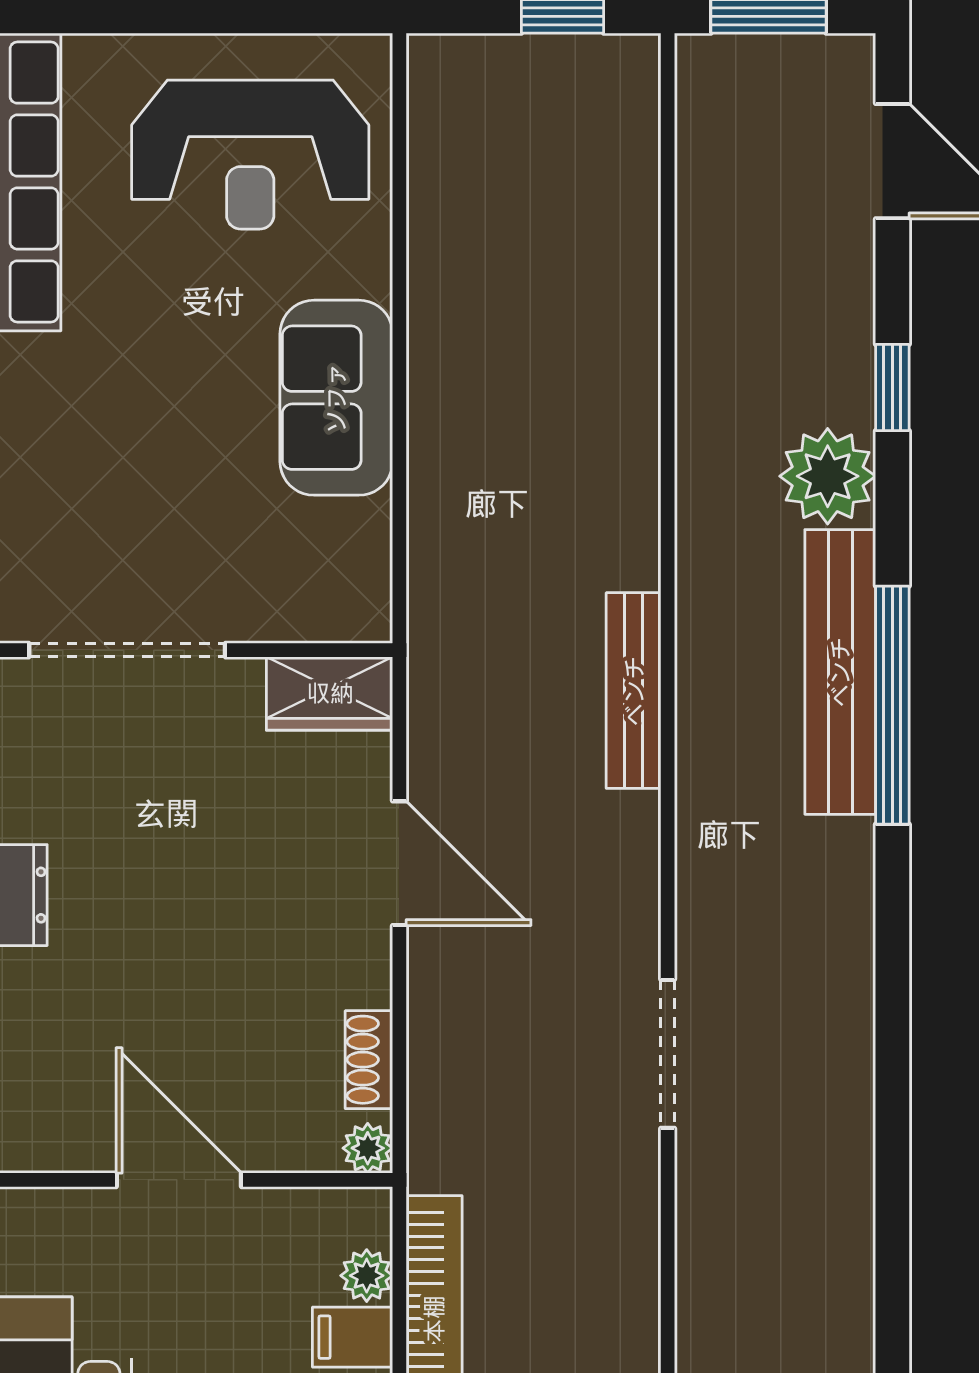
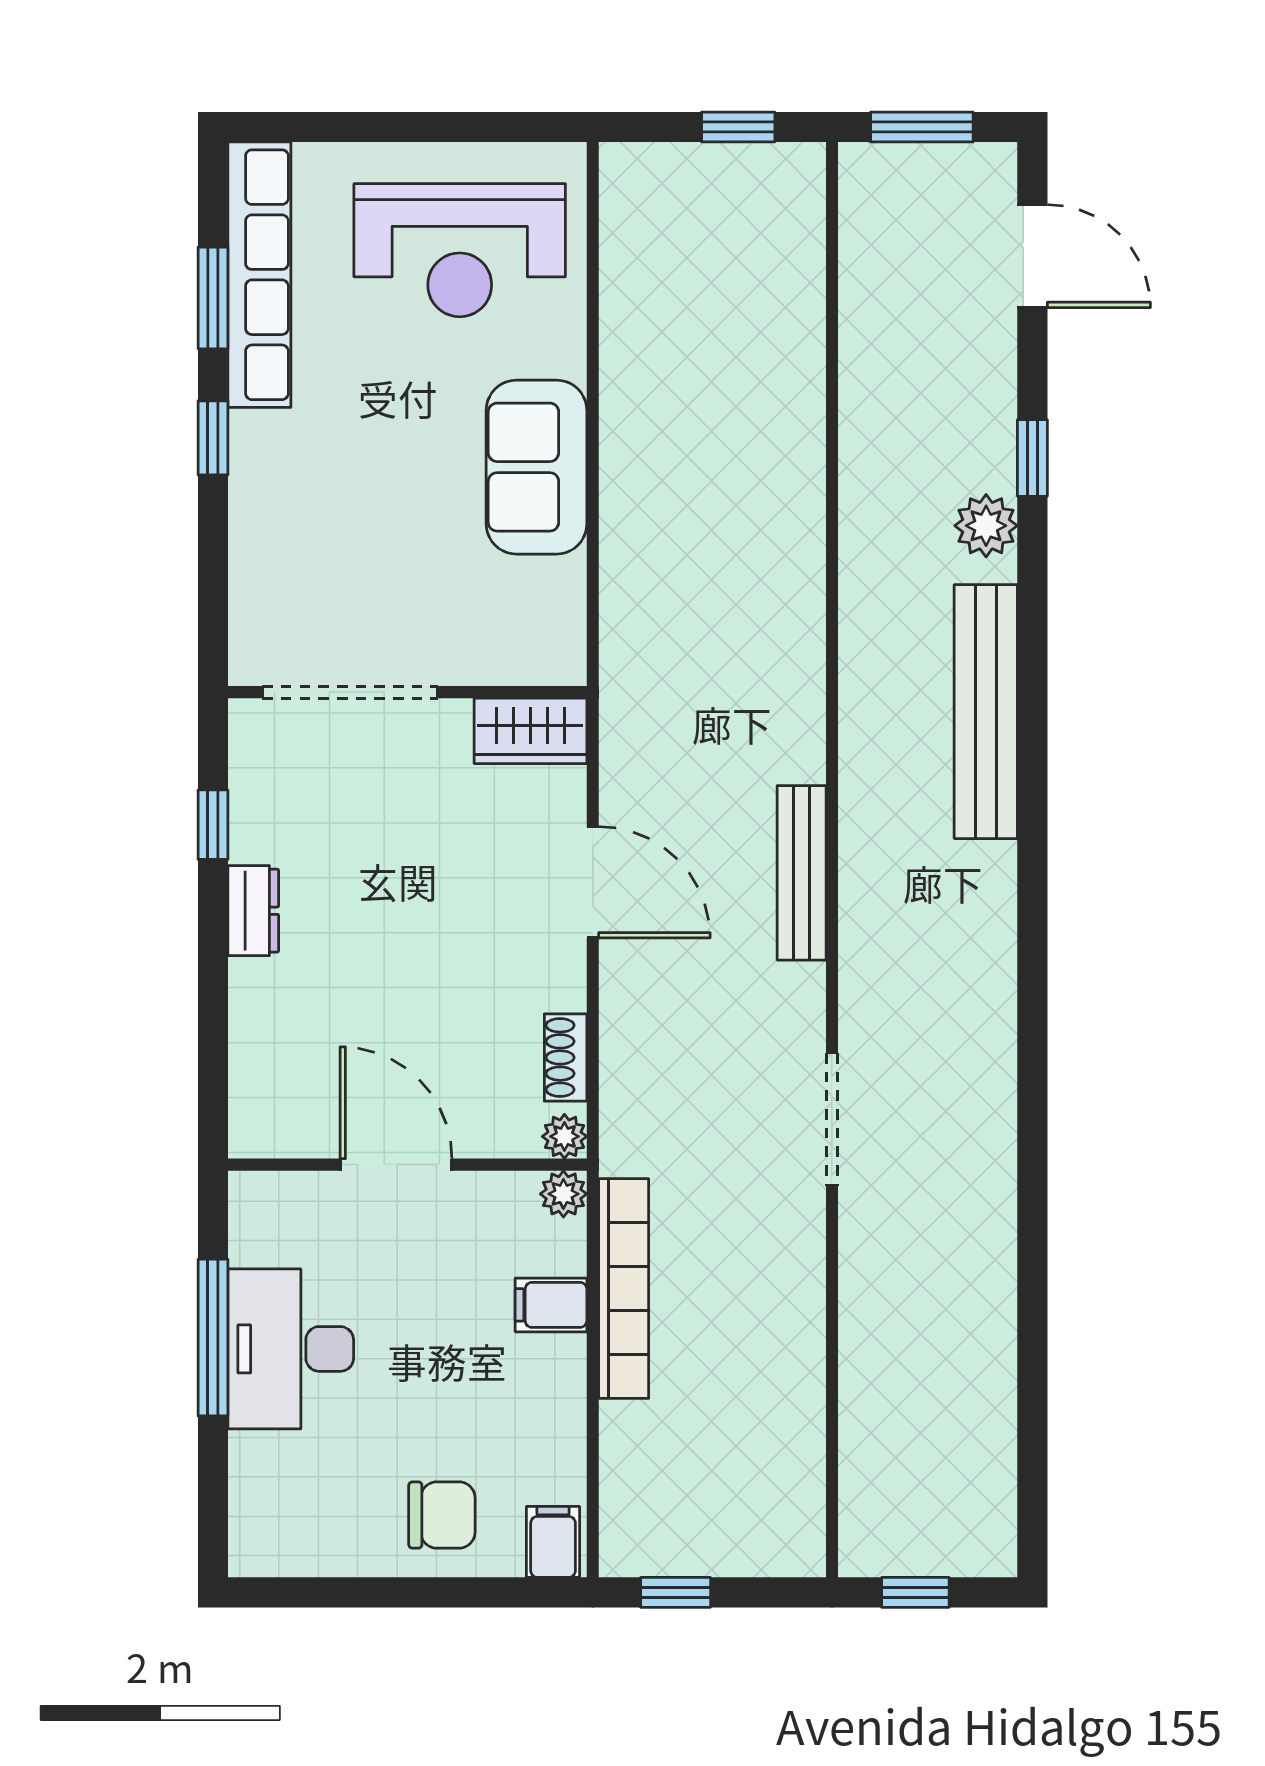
plant: (828, 476) -> (986, 526), width x0.73, depth x0.73
bench: (634, 691) -> (802, 873), moved
window: (892, 705) -> (1032, 741), removed
doorway: (668, 1054) -> (832, 1119), moved
plant: (367, 1276) -> (563, 1194), moved

